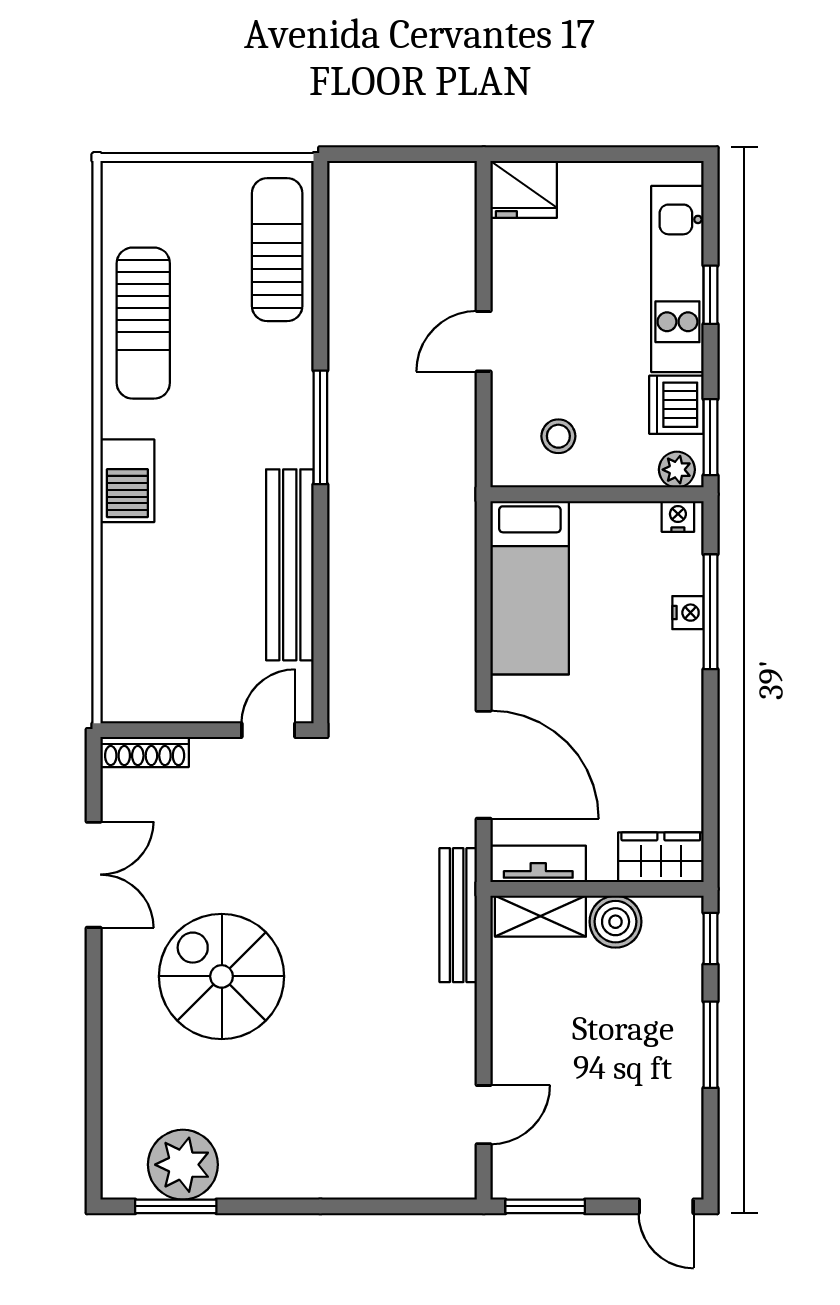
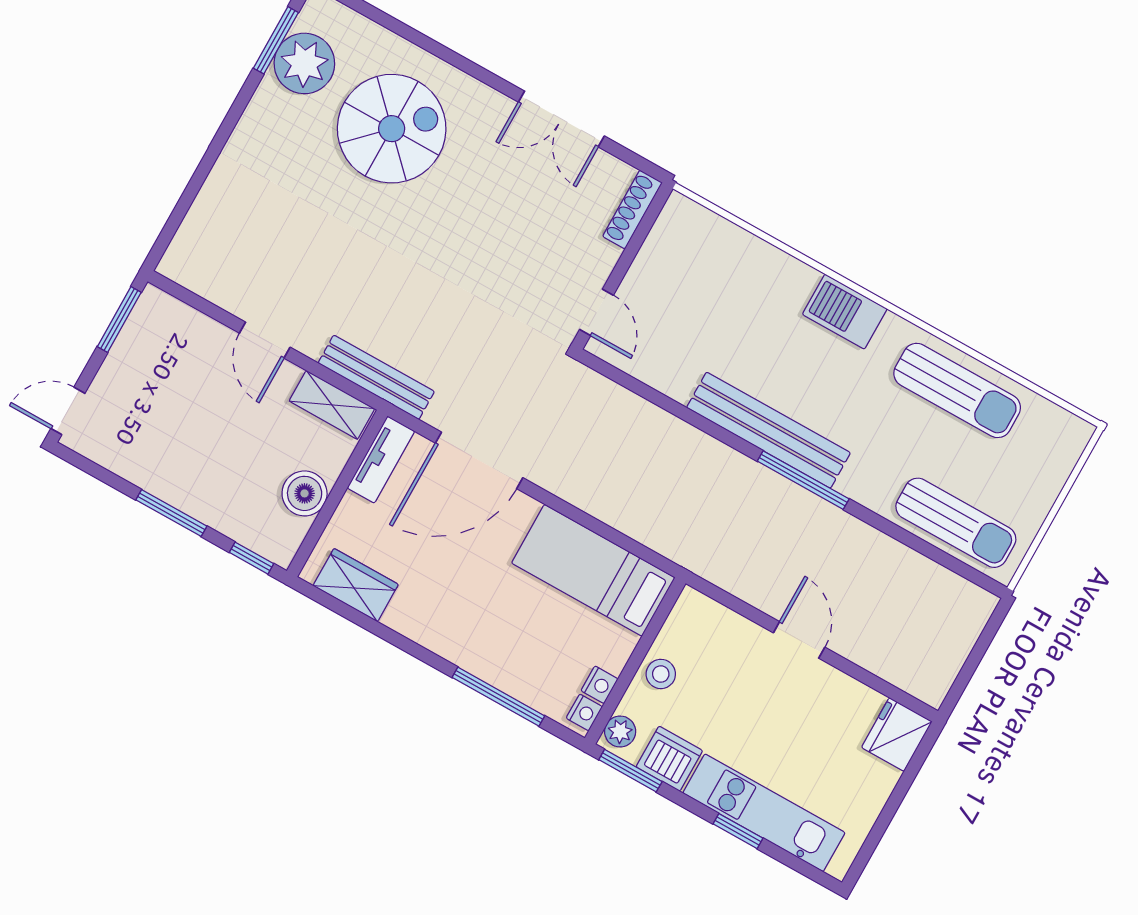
sun lounger: (143, 323) -> (957, 390), turned 180
stool: (558, 436) -> (661, 674), moved
bench: (290, 565) -> (768, 430), moved
nightstand: (688, 613) -> (600, 685), moved, turned -90
wardrobe: (661, 857) -> (356, 585), moved, turned -90
shelving: (540, 916) -> (332, 405), moved, turned 90
spiral stairs: (222, 976) -> (392, 129), moved
door: (484, 1115) -> (265, 340), moved

